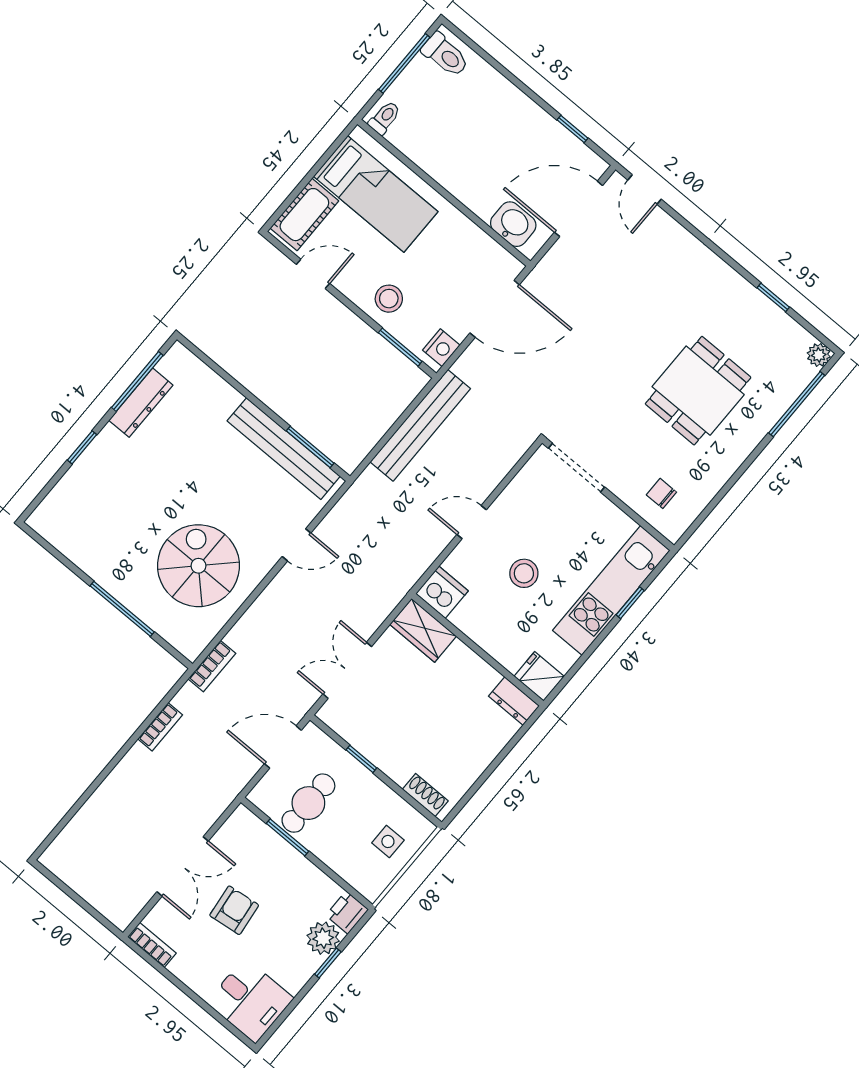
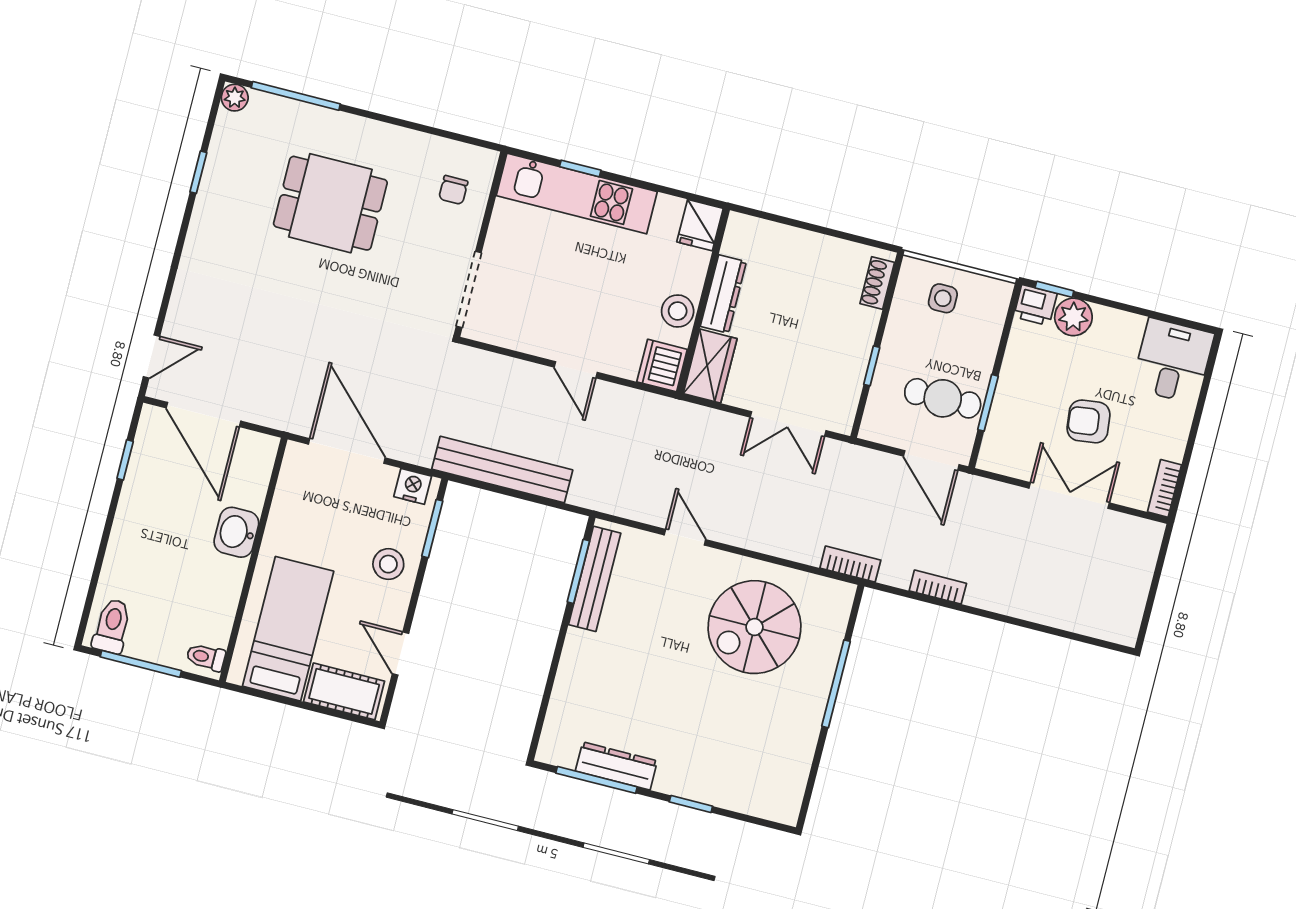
washbasin: (513, 224) -> (236, 532), moved
bench: (284, 449) -> (595, 579), width x0.73, depth x0.82
stool: (524, 573) -> (678, 311), moved
dresser: (514, 701) -> (723, 294), moved, width x1.44
door: (283, 747) -> (931, 460), moved
window: (328, 963) -> (1054, 289), moved

